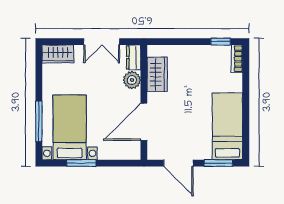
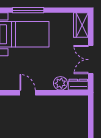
wardrobe: (157, 74) -> (65, 103), removed
door: (144, 122) -> (28, 93), width x0.53

